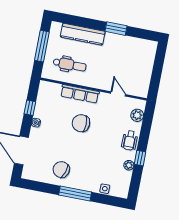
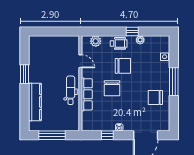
dental chair: (70, 65) -> (71, 90), moved
door: (118, 94) -> (80, 61), swing flipped
chair: (104, 140) -> (123, 66), added
chair: (61, 170) -> (155, 98), turned 72

